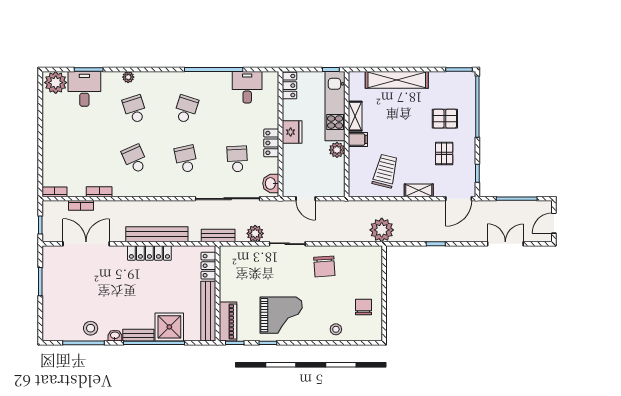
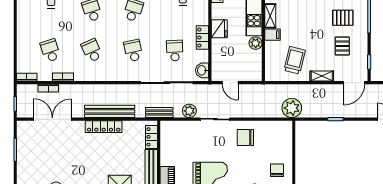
school desk: (84, 159) -> (50, 51), added
chair: (324, 266) -> (245, 138), turned 94

